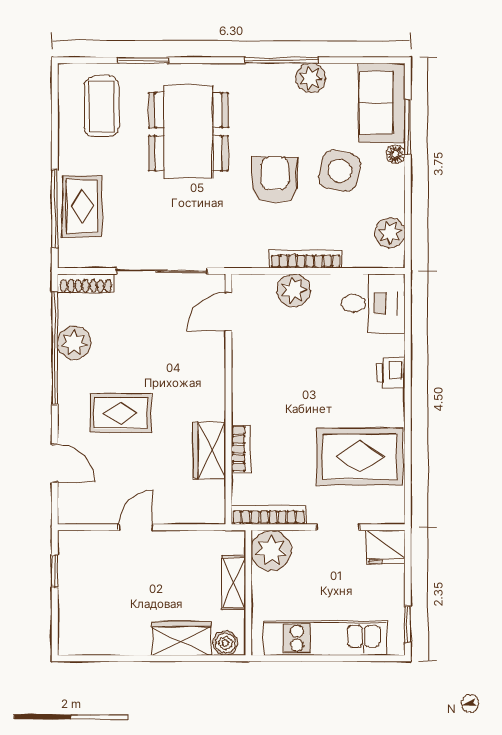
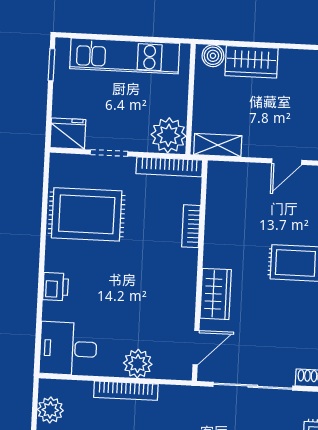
wardrobe: (209, 450) -> (216, 294), moved
shelving: (233, 583) -> (218, 145), moved, turned 90

